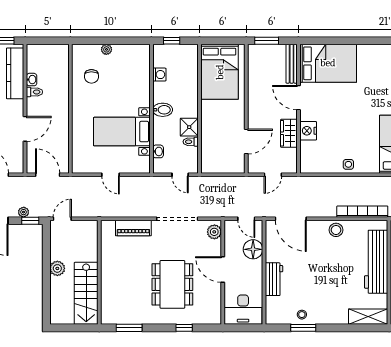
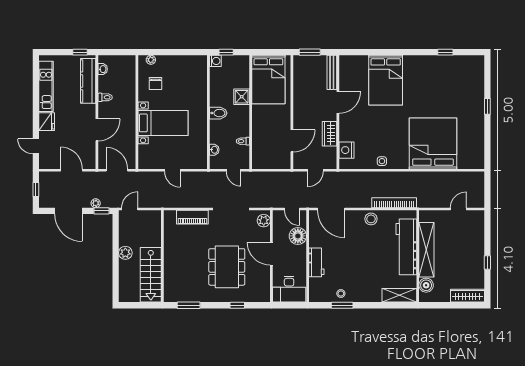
plant: (106, 49) -> (151, 60), moved
bed: (328, 63) -> (386, 80), moved, turned 90
washing machine: (159, 75) -> (215, 61), moved
washbasin: (32, 80) -> (103, 69), moved
door: (298, 98) -> (338, 102), swing flipped
shower: (189, 127) -> (242, 97), moved
nightstand: (308, 131) -> (346, 150), moved
bed with nightstands: (122, 132) -> (163, 123), moved, turned 180

